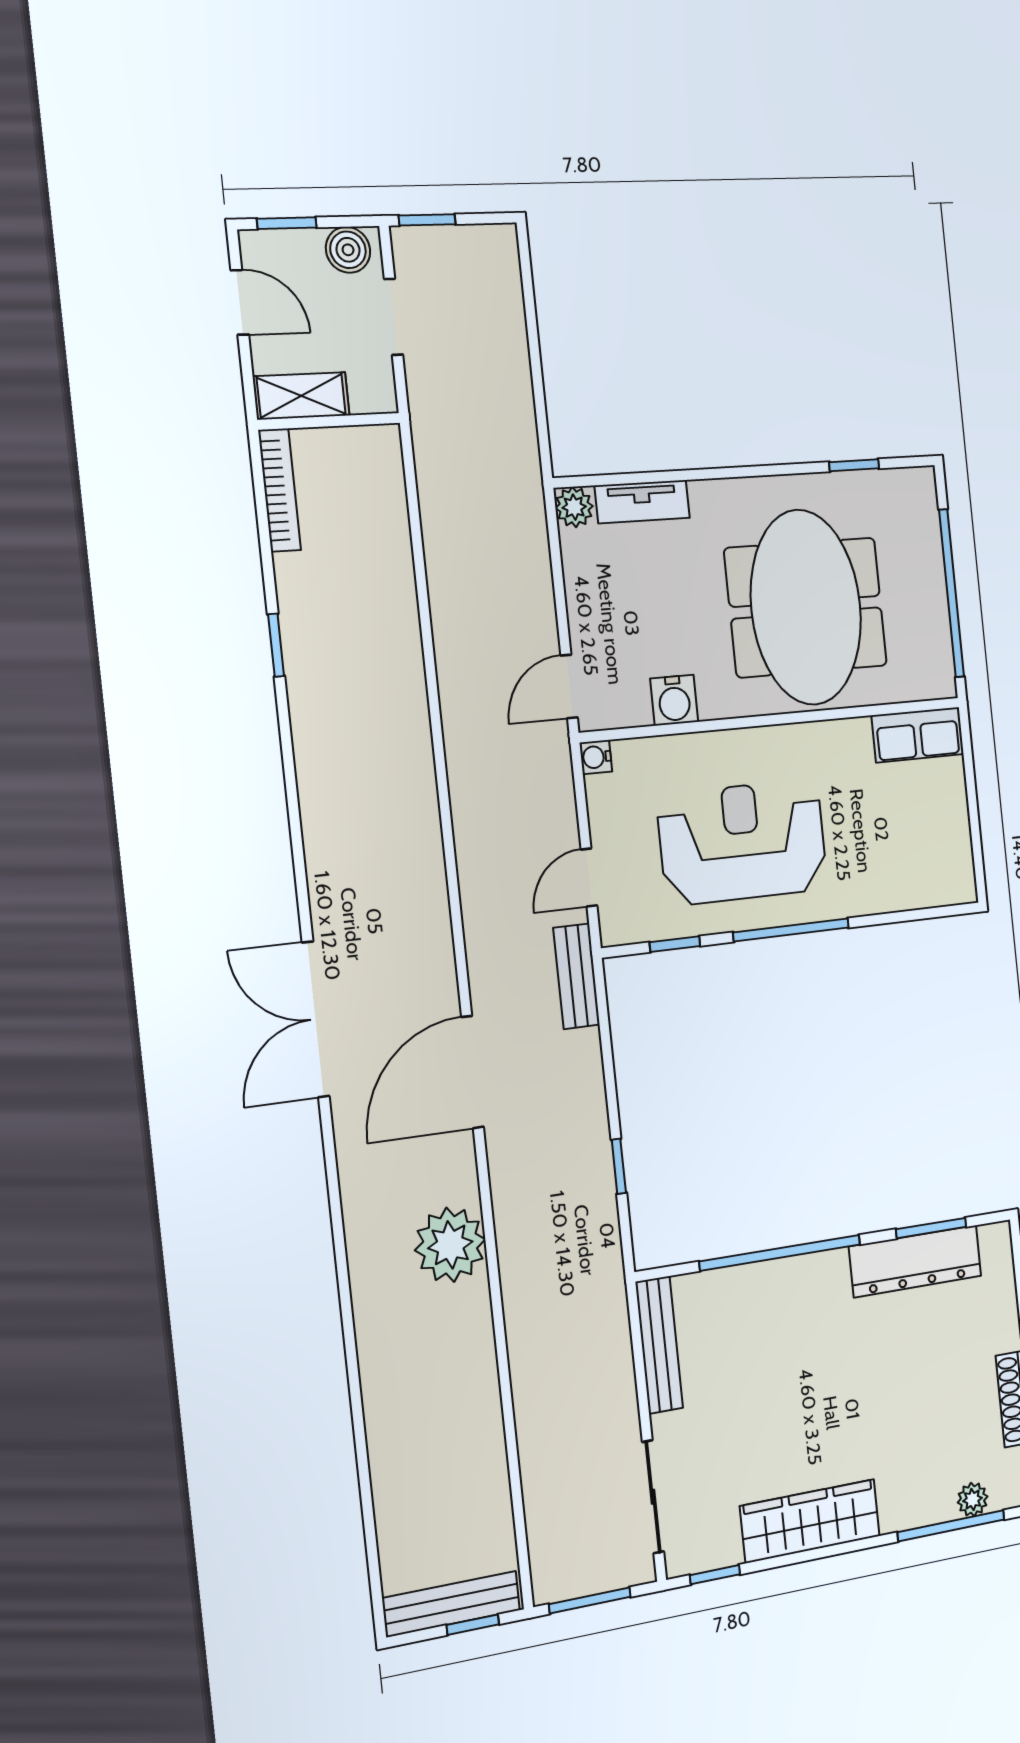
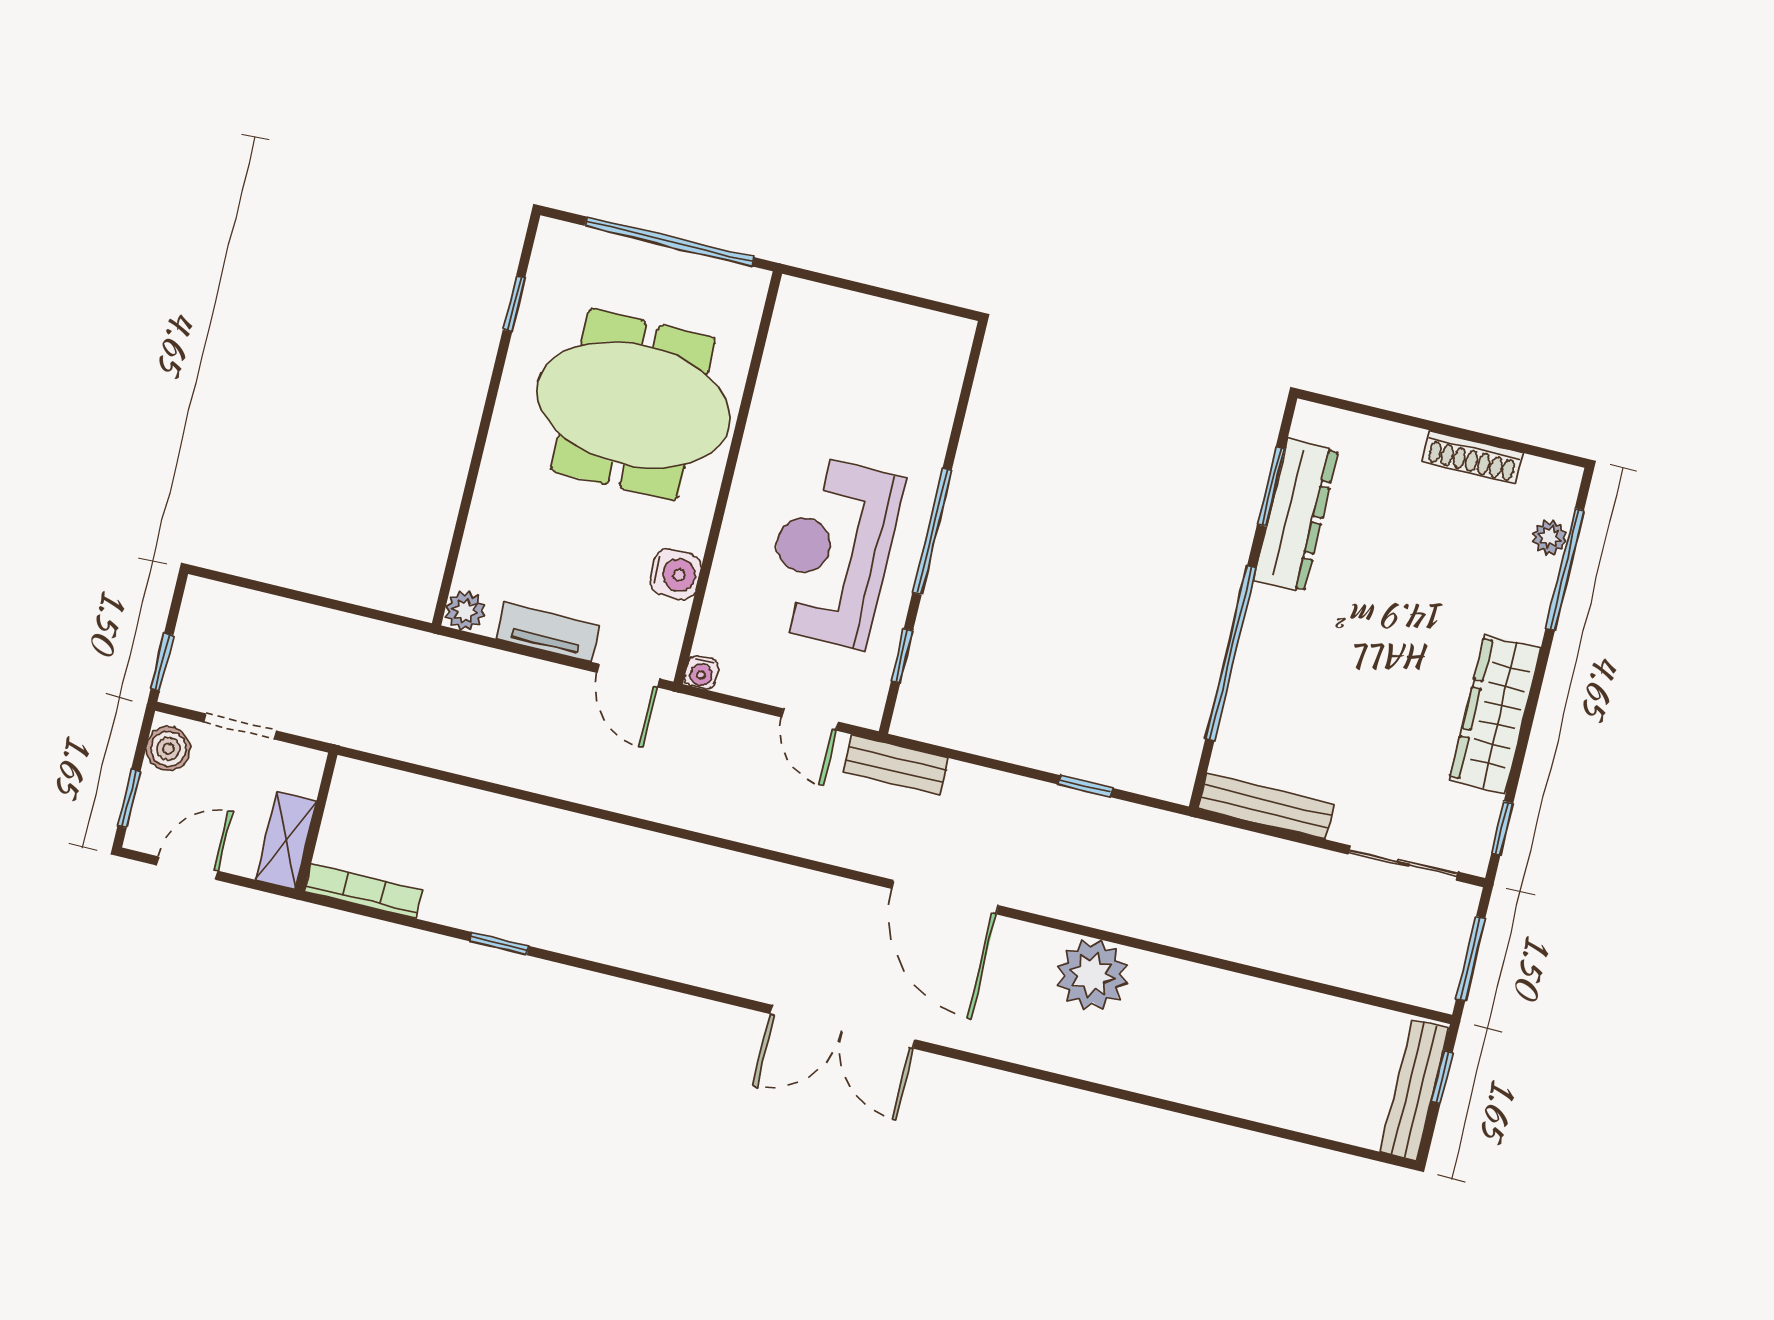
tv unit: (642, 502) -> (547, 632), moved, turned -90
row of seats: (918, 735) -> (794, 329), removed

